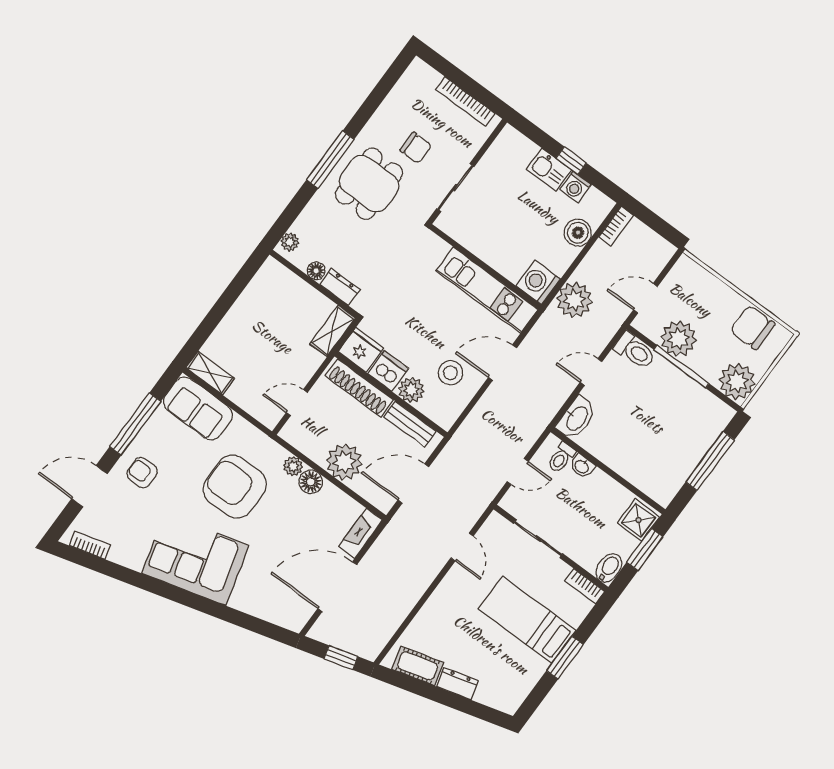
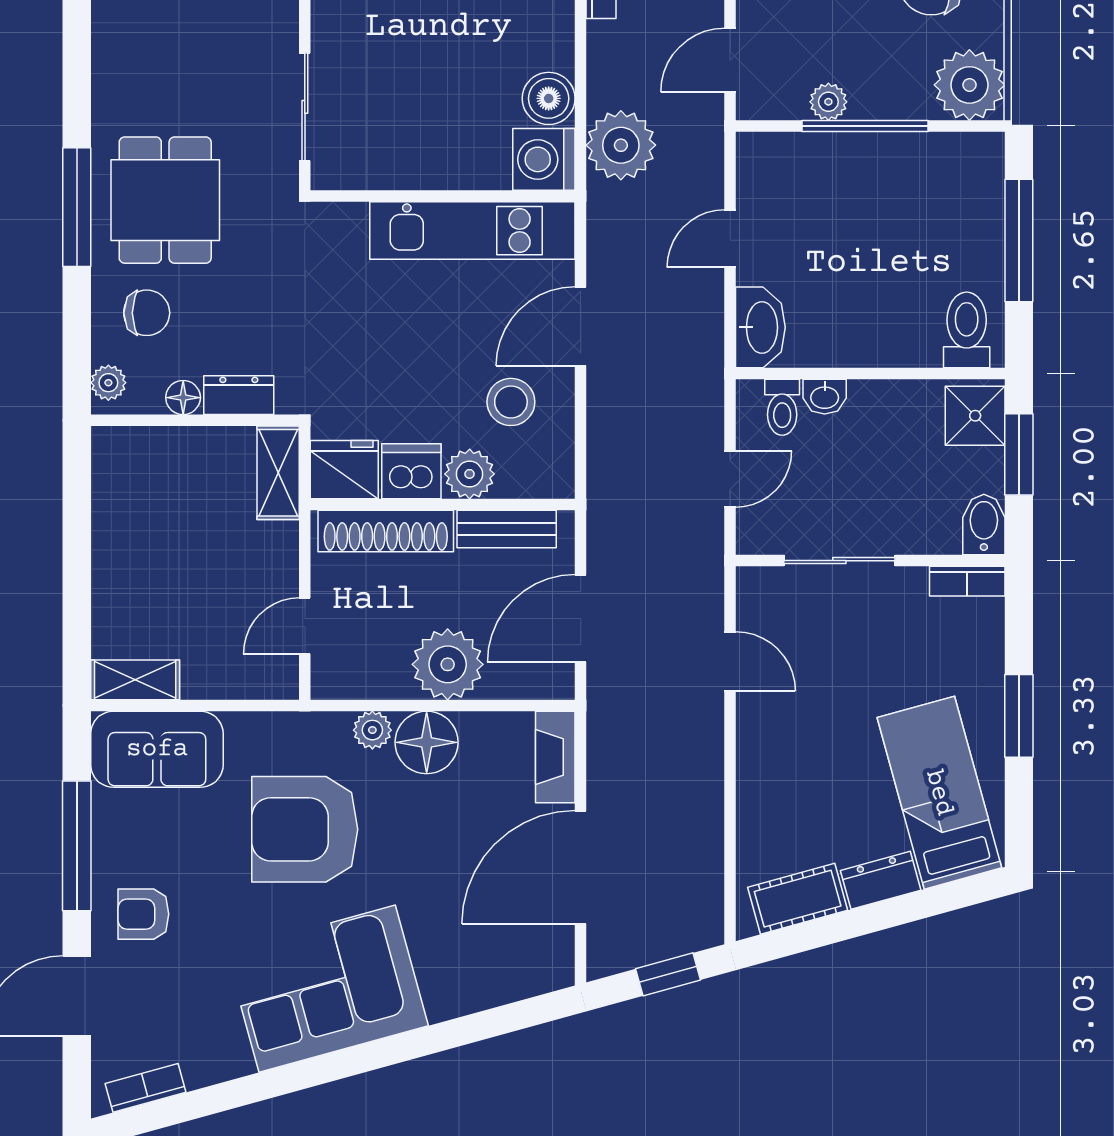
chair: (416, 148) -> (147, 313), moved
boiler: (578, 233) -> (549, 98), moved
plant: (679, 339) -> (828, 102), width x0.53, depth x0.53
toilet: (635, 351) -> (967, 330), moved, turned -90
floor lamp: (311, 482) -> (427, 742), width x1.38, depth x1.38
bed: (527, 620) -> (939, 793), moved, turned 75

